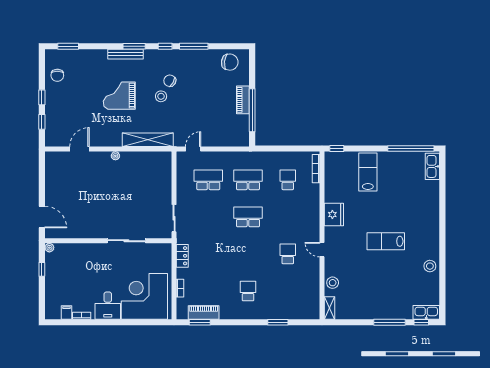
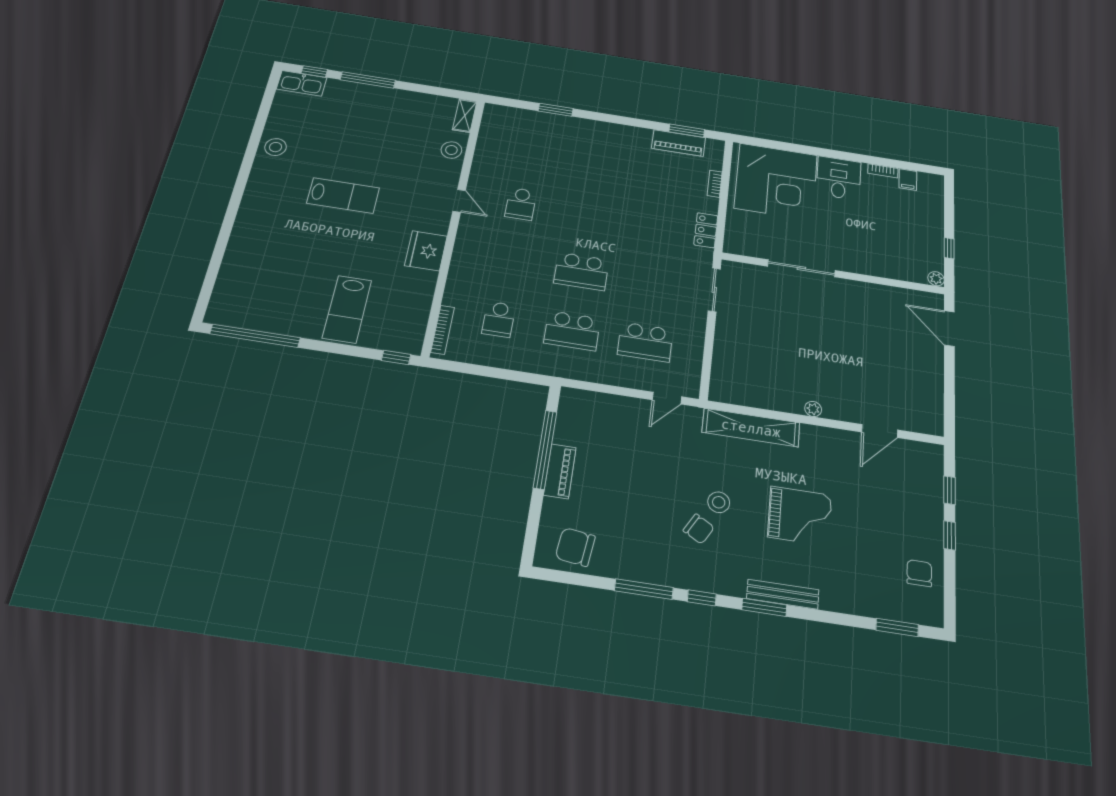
kitchen sink: (432, 166) -> (223, 300), removed
school desk: (248, 291) -> (599, 161), removed

